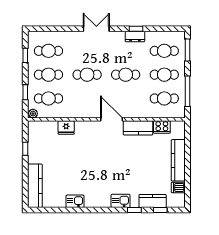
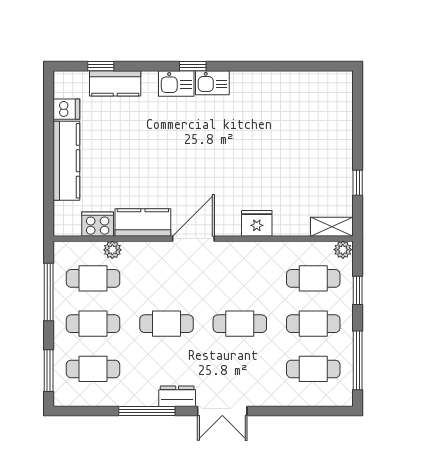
window: (136, 29) -> (147, 411), width x2.17
dresser: (135, 36) -> (177, 396), moved
window: (25, 55) -> (358, 360), width x2.17
plant: (154, 114) -> (112, 250), added
door: (112, 119) -> (193, 239), swing flipped
shelving: (39, 126) -> (332, 227), added
fridge: (66, 127) -> (257, 223), moved
kitchen counter: (35, 186) -> (339, 112), removed
kitchen sink: (75, 201) -> (212, 83), moved
window: (134, 210) -> (193, 66), moved

